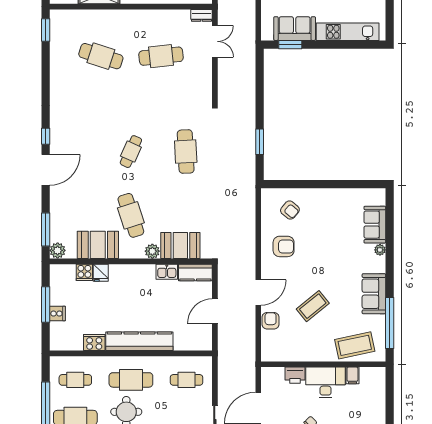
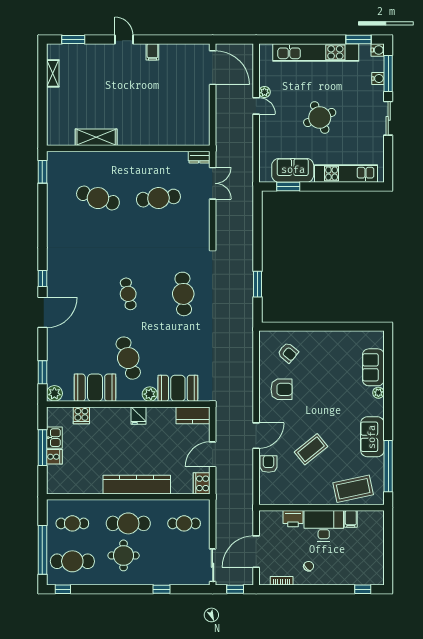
cafe table: (131, 152) -> (128, 294), turned -36
window: (46, 230) -> (42, 372), width x0.69
kitchen sink: (167, 272) -> (54, 438), moved, turned -90
fridge: (101, 273) -> (139, 416), moved
cooker: (94, 342) -> (202, 483), moved, turned -90

